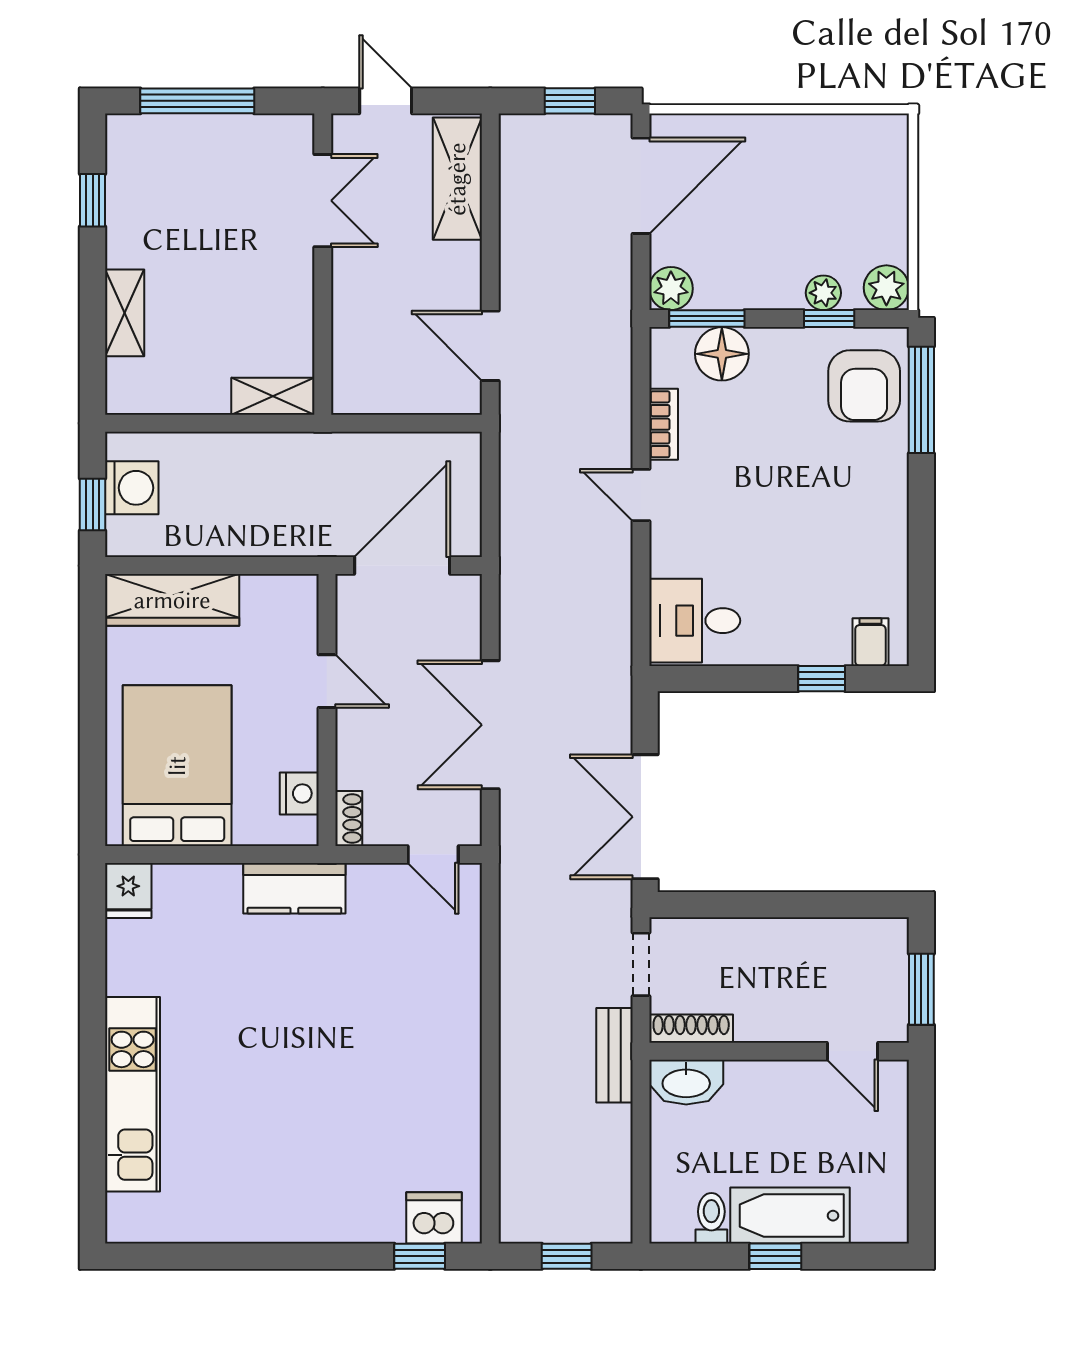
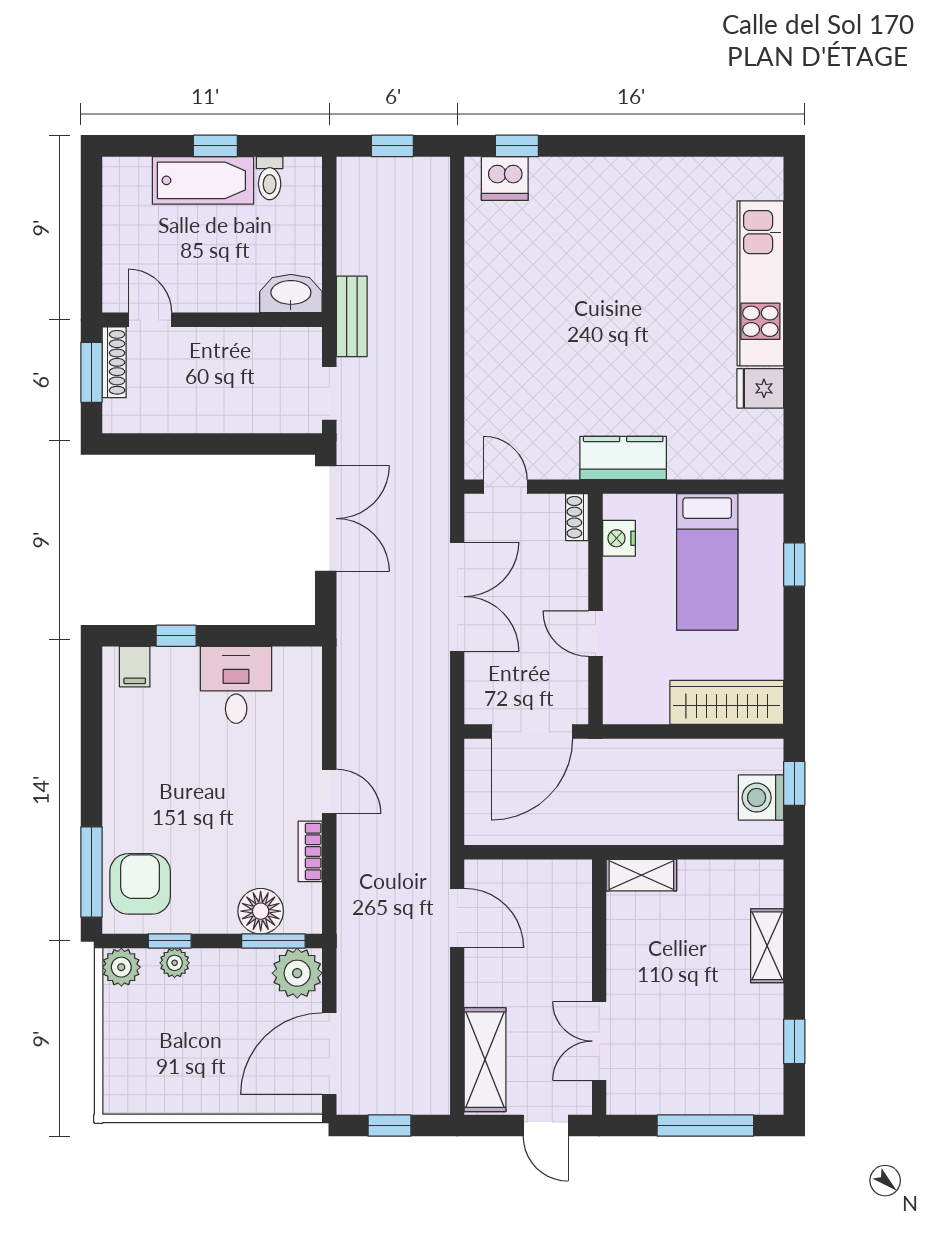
plant: (671, 289) -> (297, 973), width x1.36, depth x1.36
desk: (695, 621) -> (236, 685), moved, turned -90
window: (93, 763) -> (794, 565), added
bed: (177, 766) -> (707, 562), width x0.67
fridge: (128, 890) -> (760, 388), moved, turned -90
shoe rack: (691, 1029) -> (114, 362), moved, turned -90

